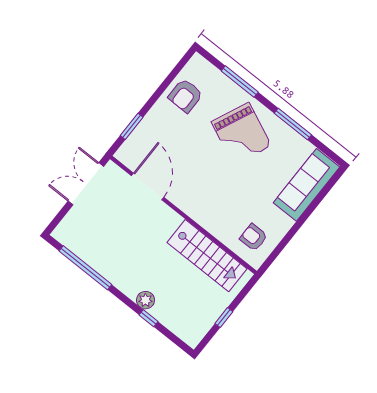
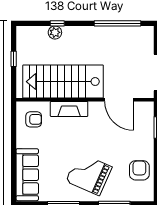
fireplace: (208, 219) -> (69, 109), added
stairs: (207, 256) -> (63, 82), width x1.36, depth x1.51
plant: (145, 300) -> (55, 32), moved

